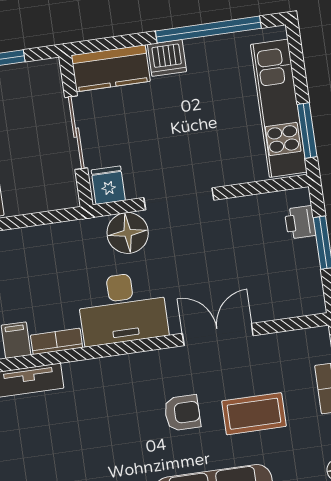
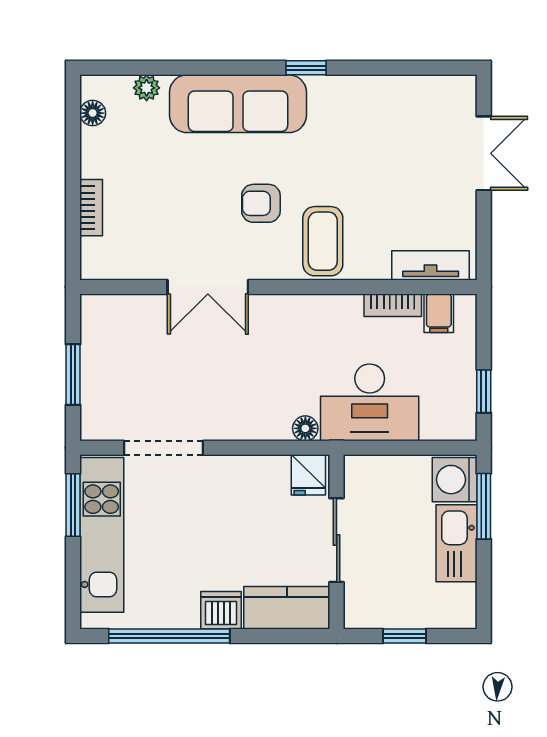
doorway: (179, 199) -> (164, 448), moved
printer: (300, 222) -> (96, 401), removed
floor lamp: (128, 233) -> (305, 428), width x0.53, depth x0.53
desk: (122, 308) -> (370, 402), moved, turned 180
coffee table: (254, 414) -> (323, 241), moved, turned 90

